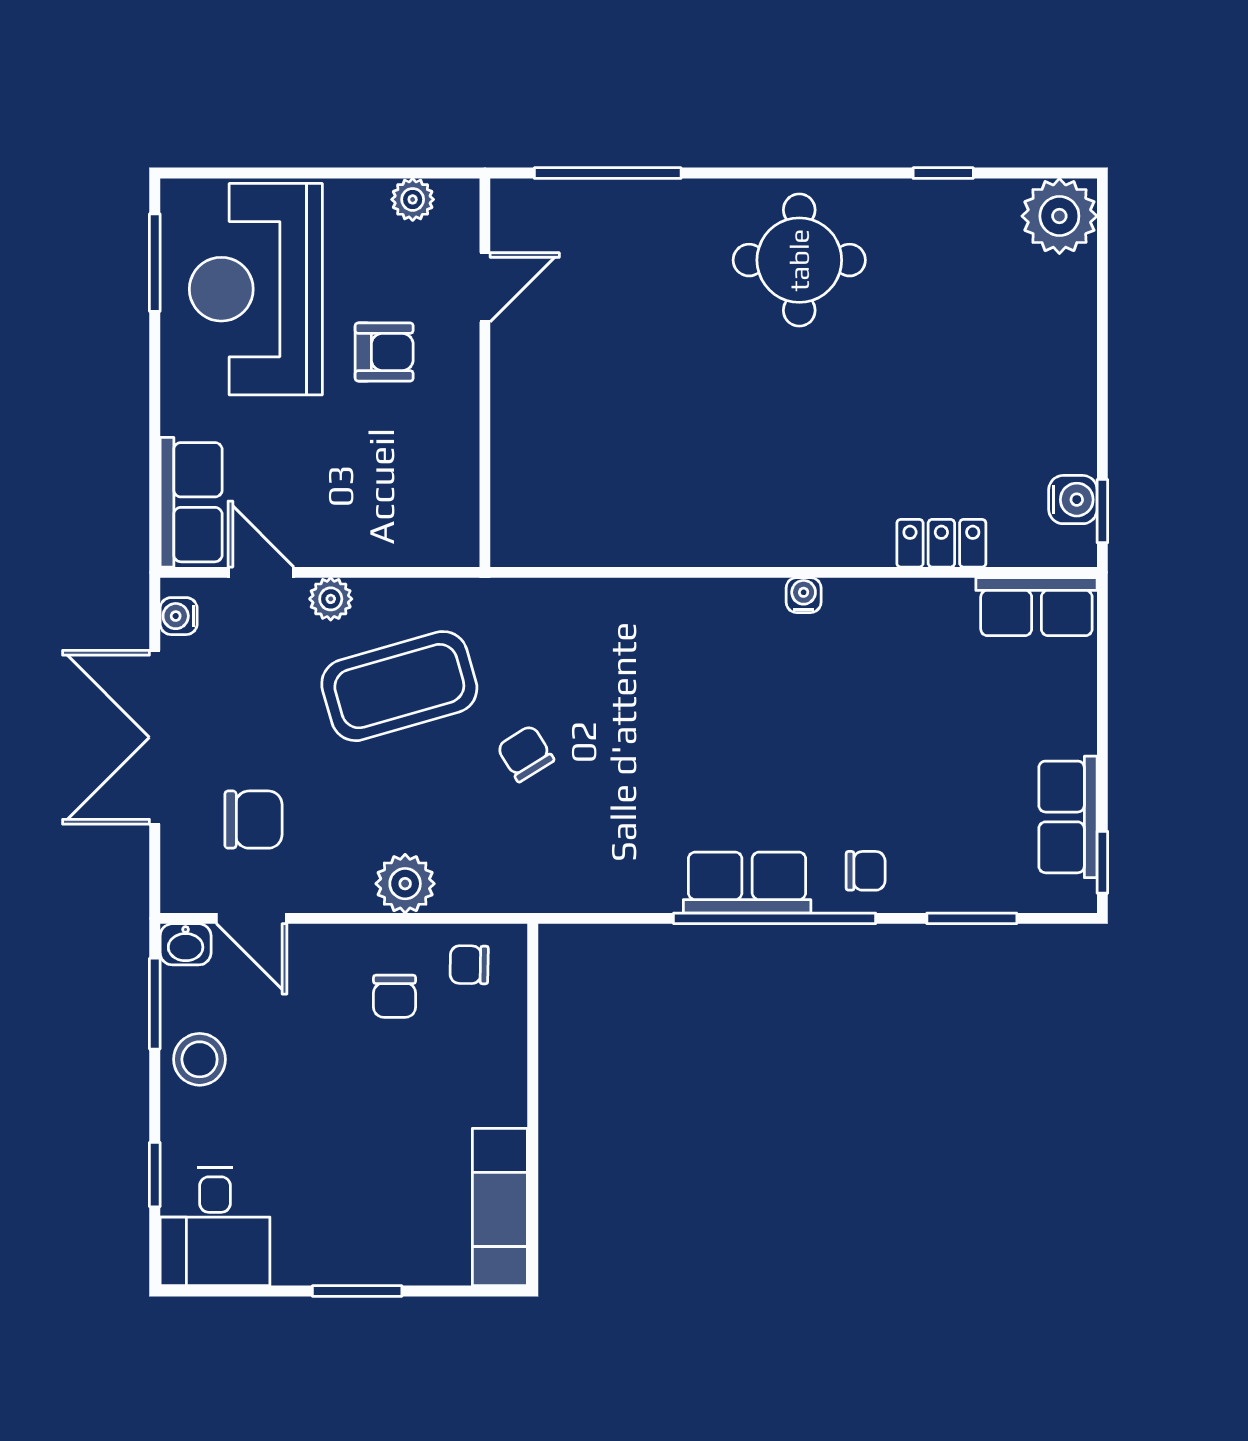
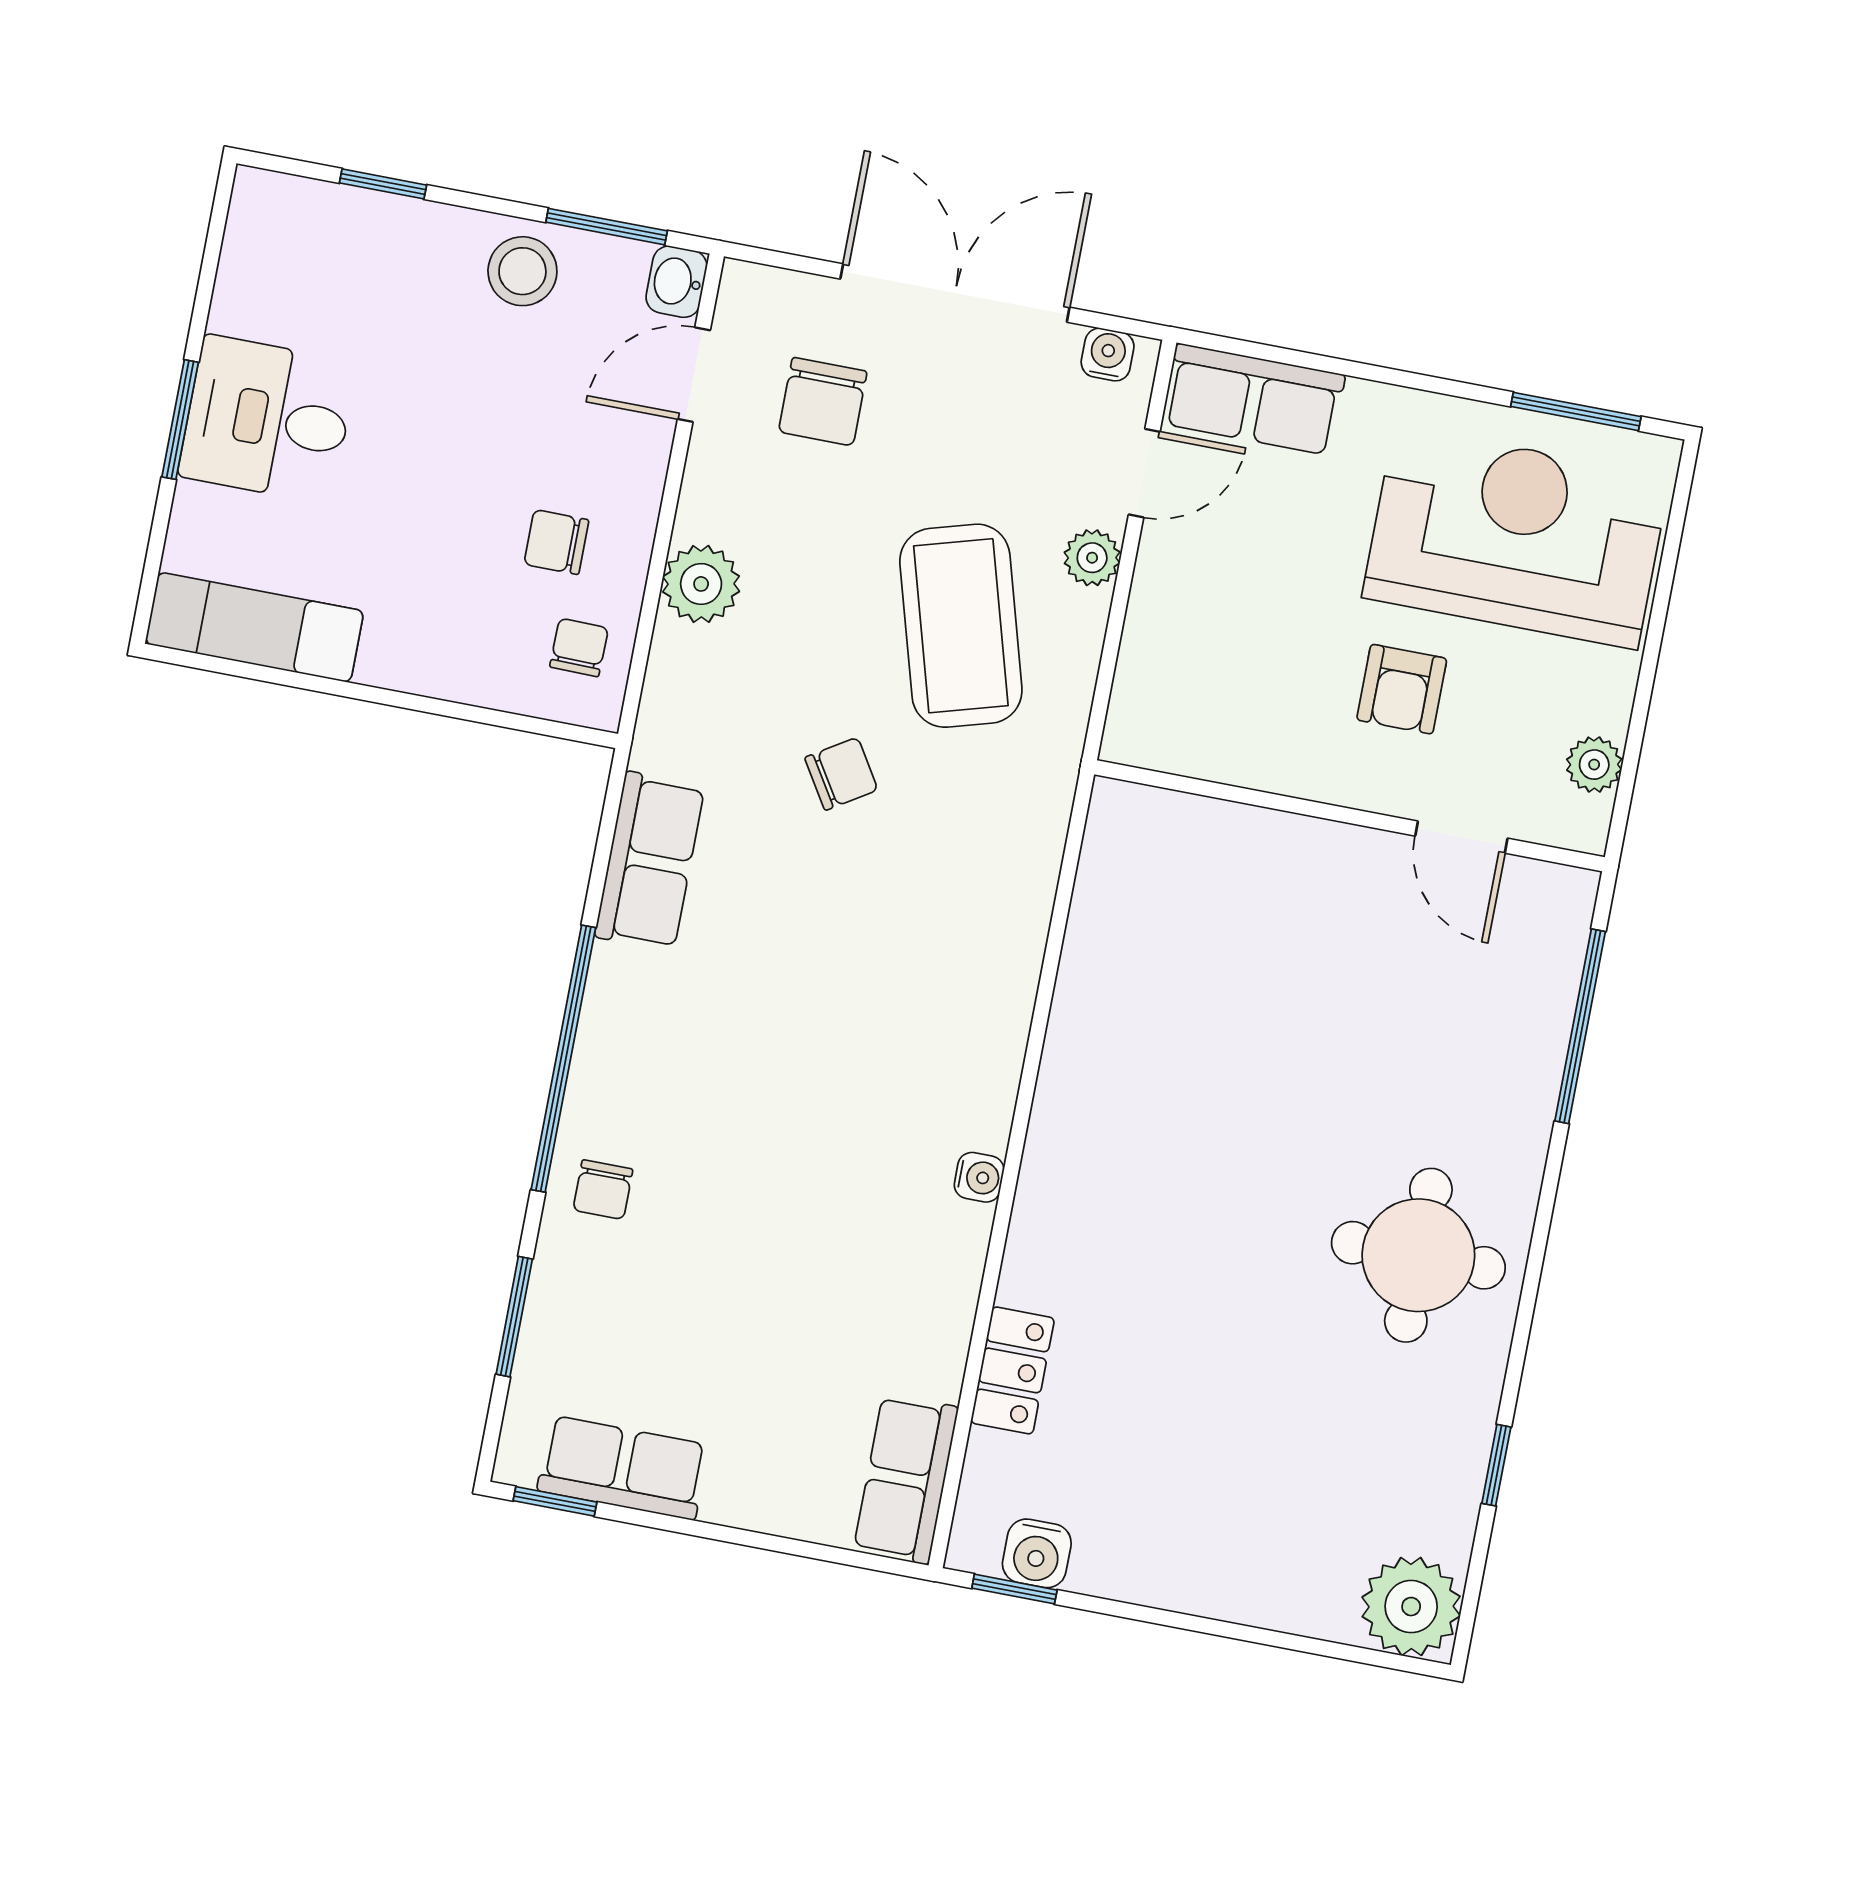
row of seats: (747, 883) -> (650, 861), moved
desk: (215, 1226) -> (268, 419), moved

